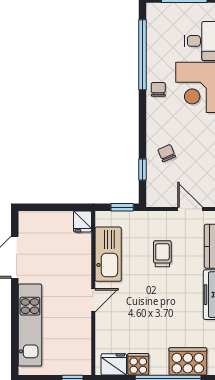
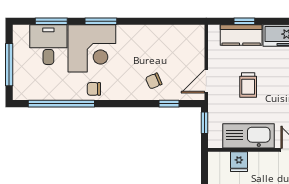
door: (190, 209) -> (206, 81), moved
fridge: (83, 221) -> (239, 162), moved, turned 90
trolley: (162, 254) -> (248, 85), turned -90

